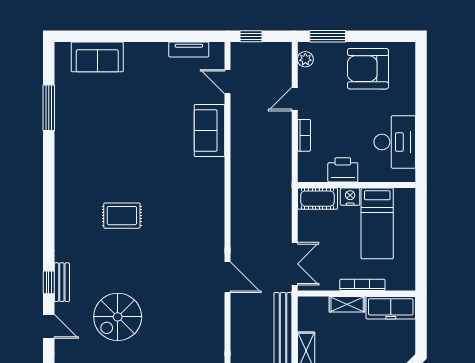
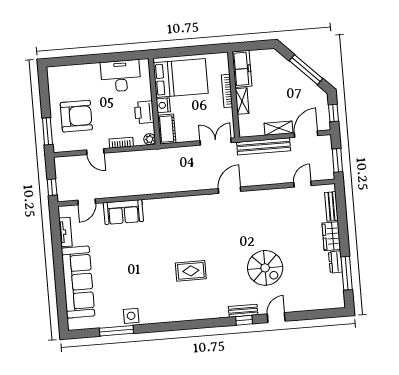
sofa: (97, 57) -> (78, 282), width x1.85, depth x1.27
plant: (305, 59) -> (150, 139), moved
armchair: (368, 69) -> (76, 116), moved, turned -90
side table: (67, 129) -> (131, 316), added
rug: (122, 216) -> (191, 271), turned 90
bed: (377, 223) -> (181, 78), width x1.50

